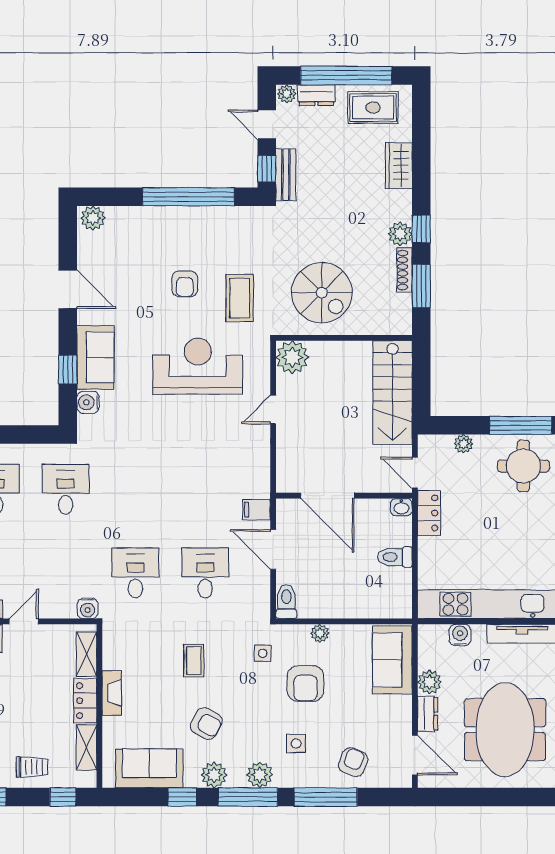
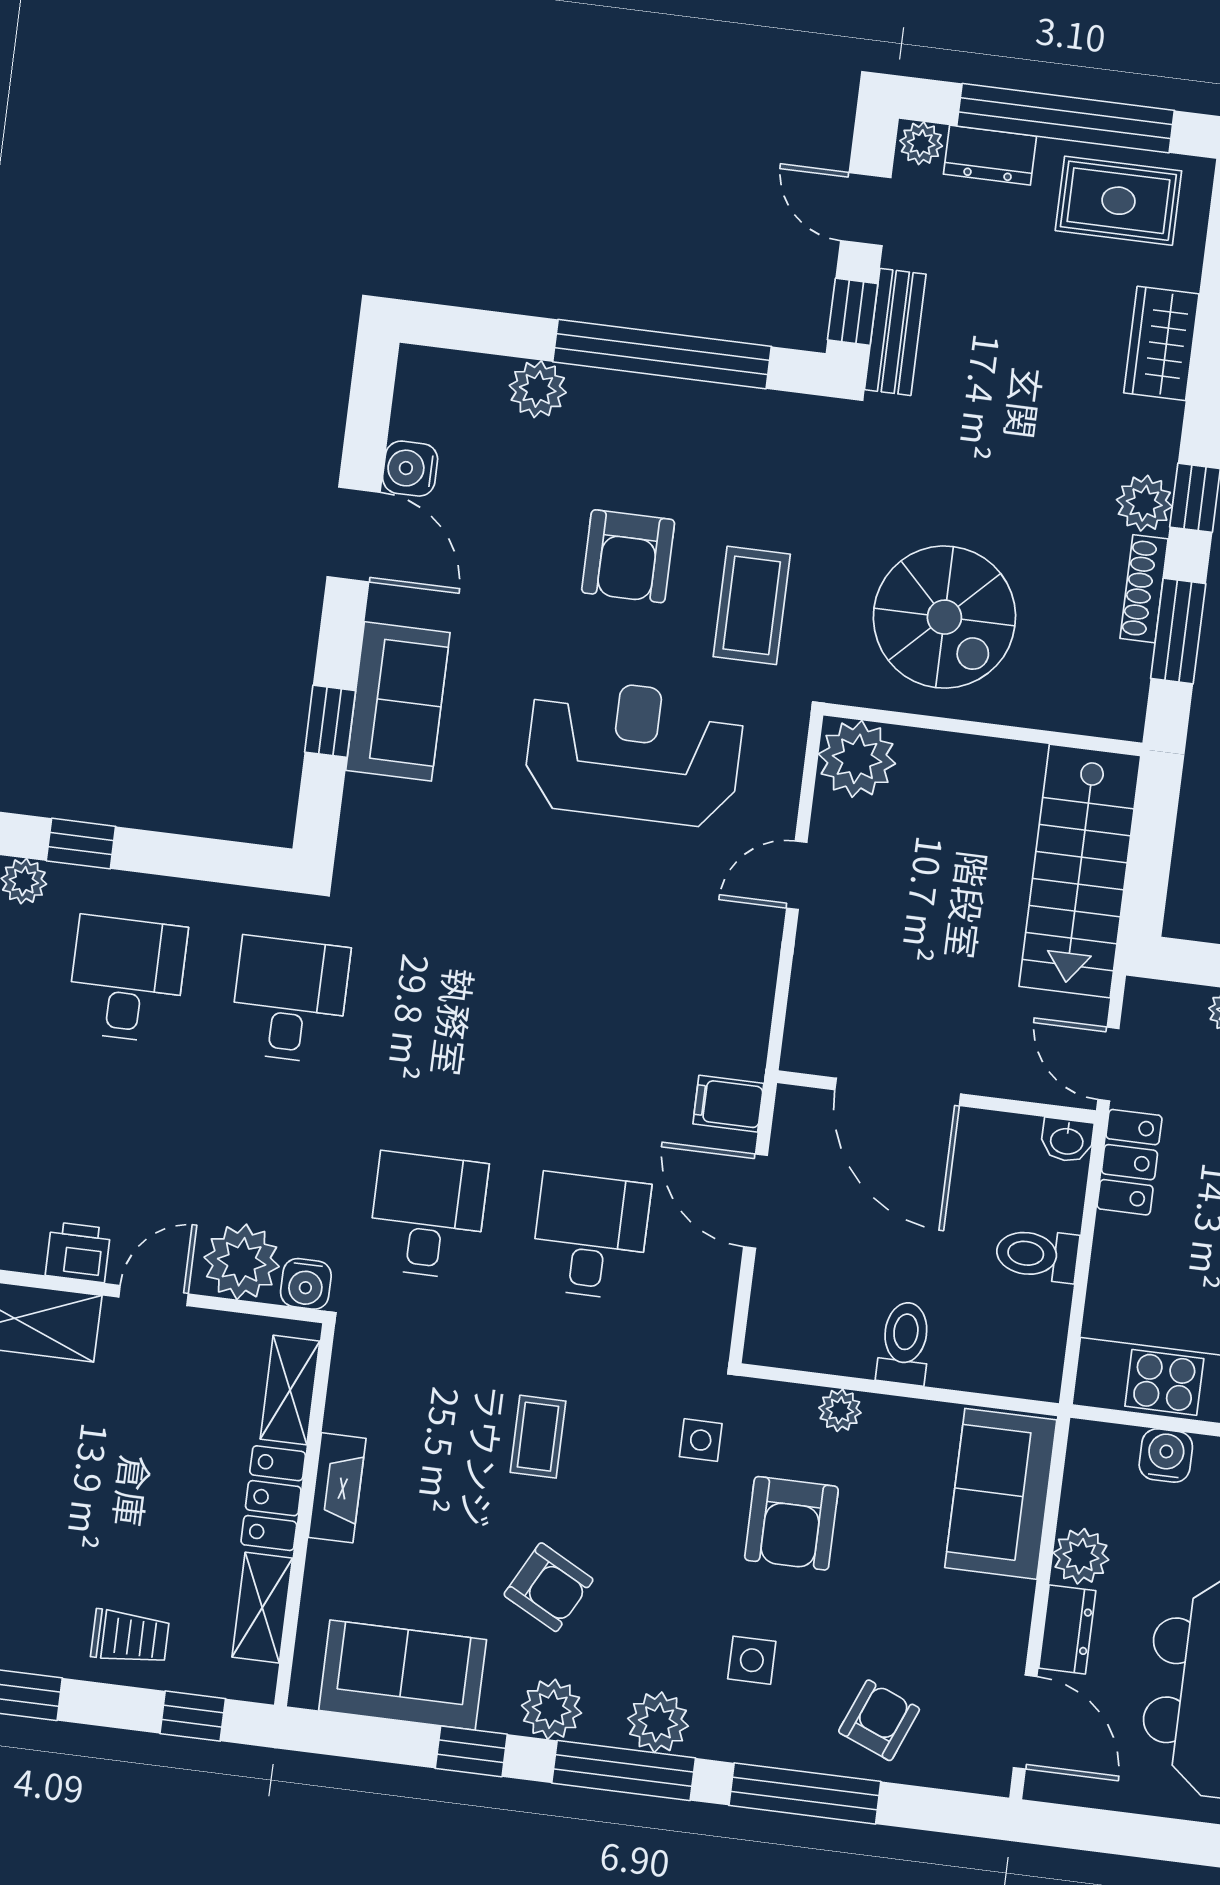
plant: (93, 218) -> (538, 389), moved
armchair: (185, 284) -> (628, 556), width x1.38, depth x1.38
water cooler: (88, 402) -> (410, 469), moved
toilet: (286, 601) -> (905, 1343), moved
plant: (59, 602) -> (242, 1262), added

